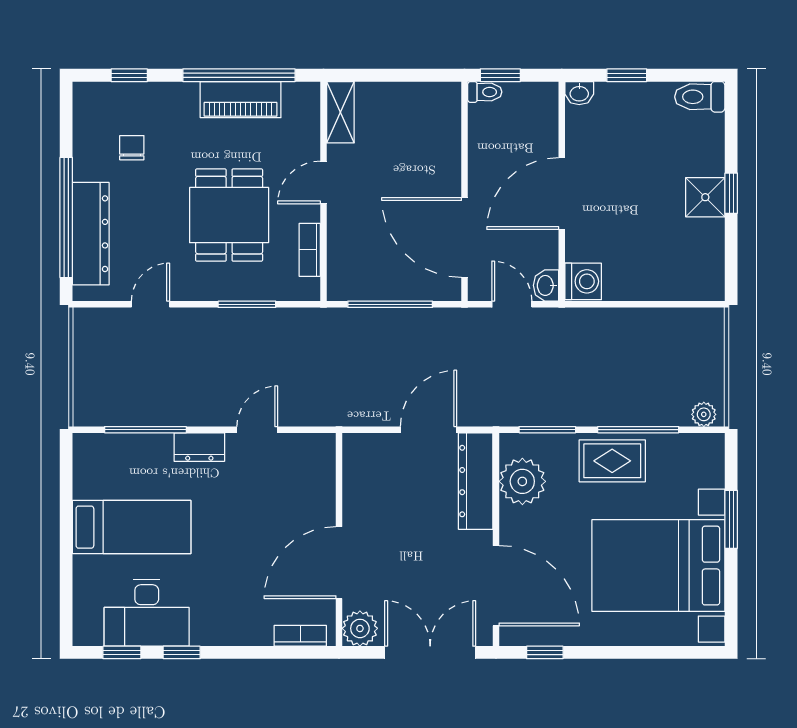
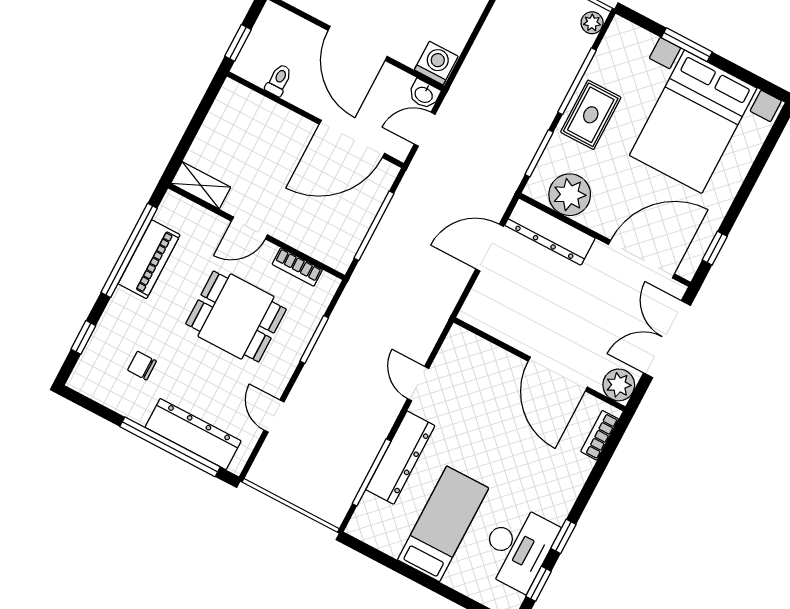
toilet: (485, 92) -> (279, 80), moved
door: (323, 182) -> (249, 228), hinge flipped
door: (429, 430) -> (490, 248), hinge flipped
dresser: (199, 447) -> (400, 458), width x1.96, depth x1.24

